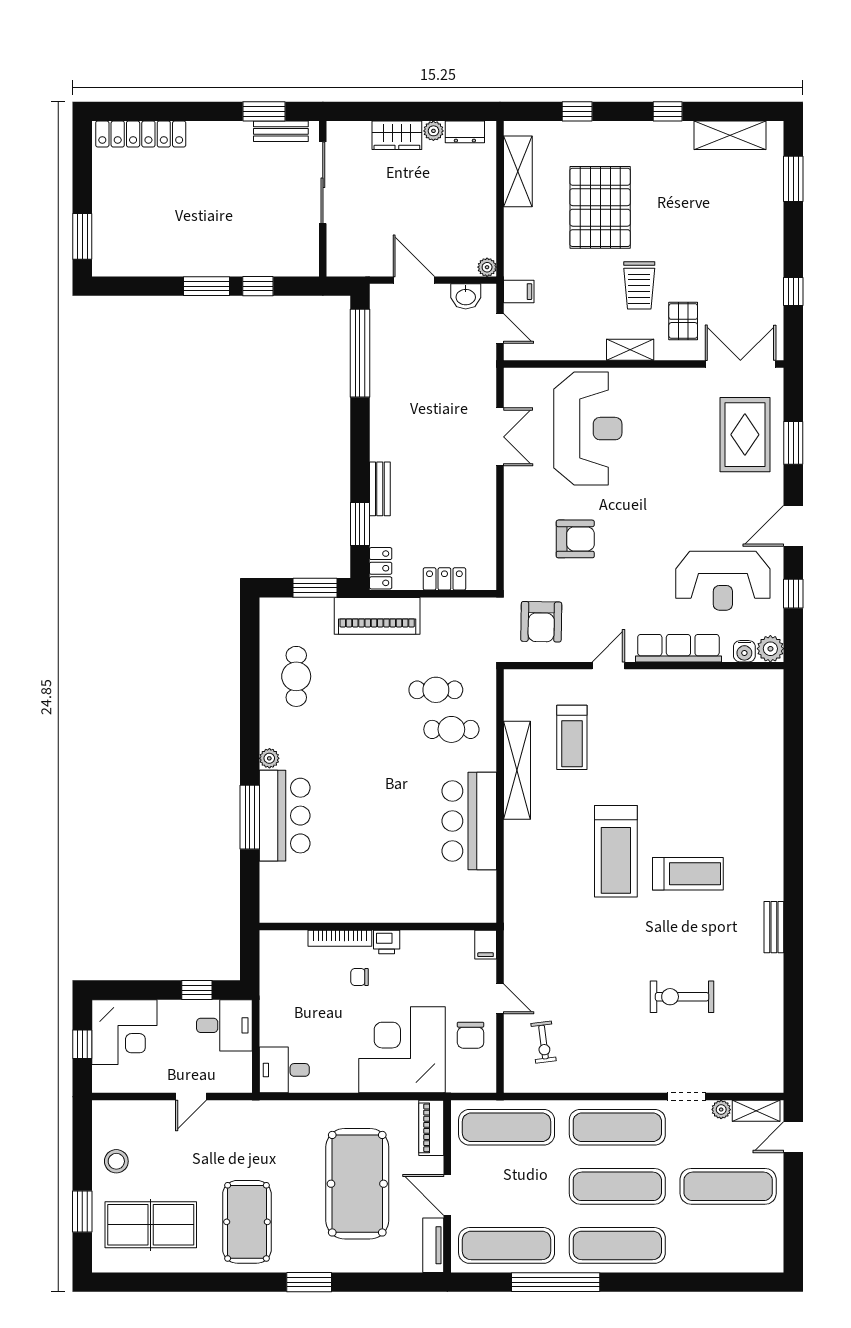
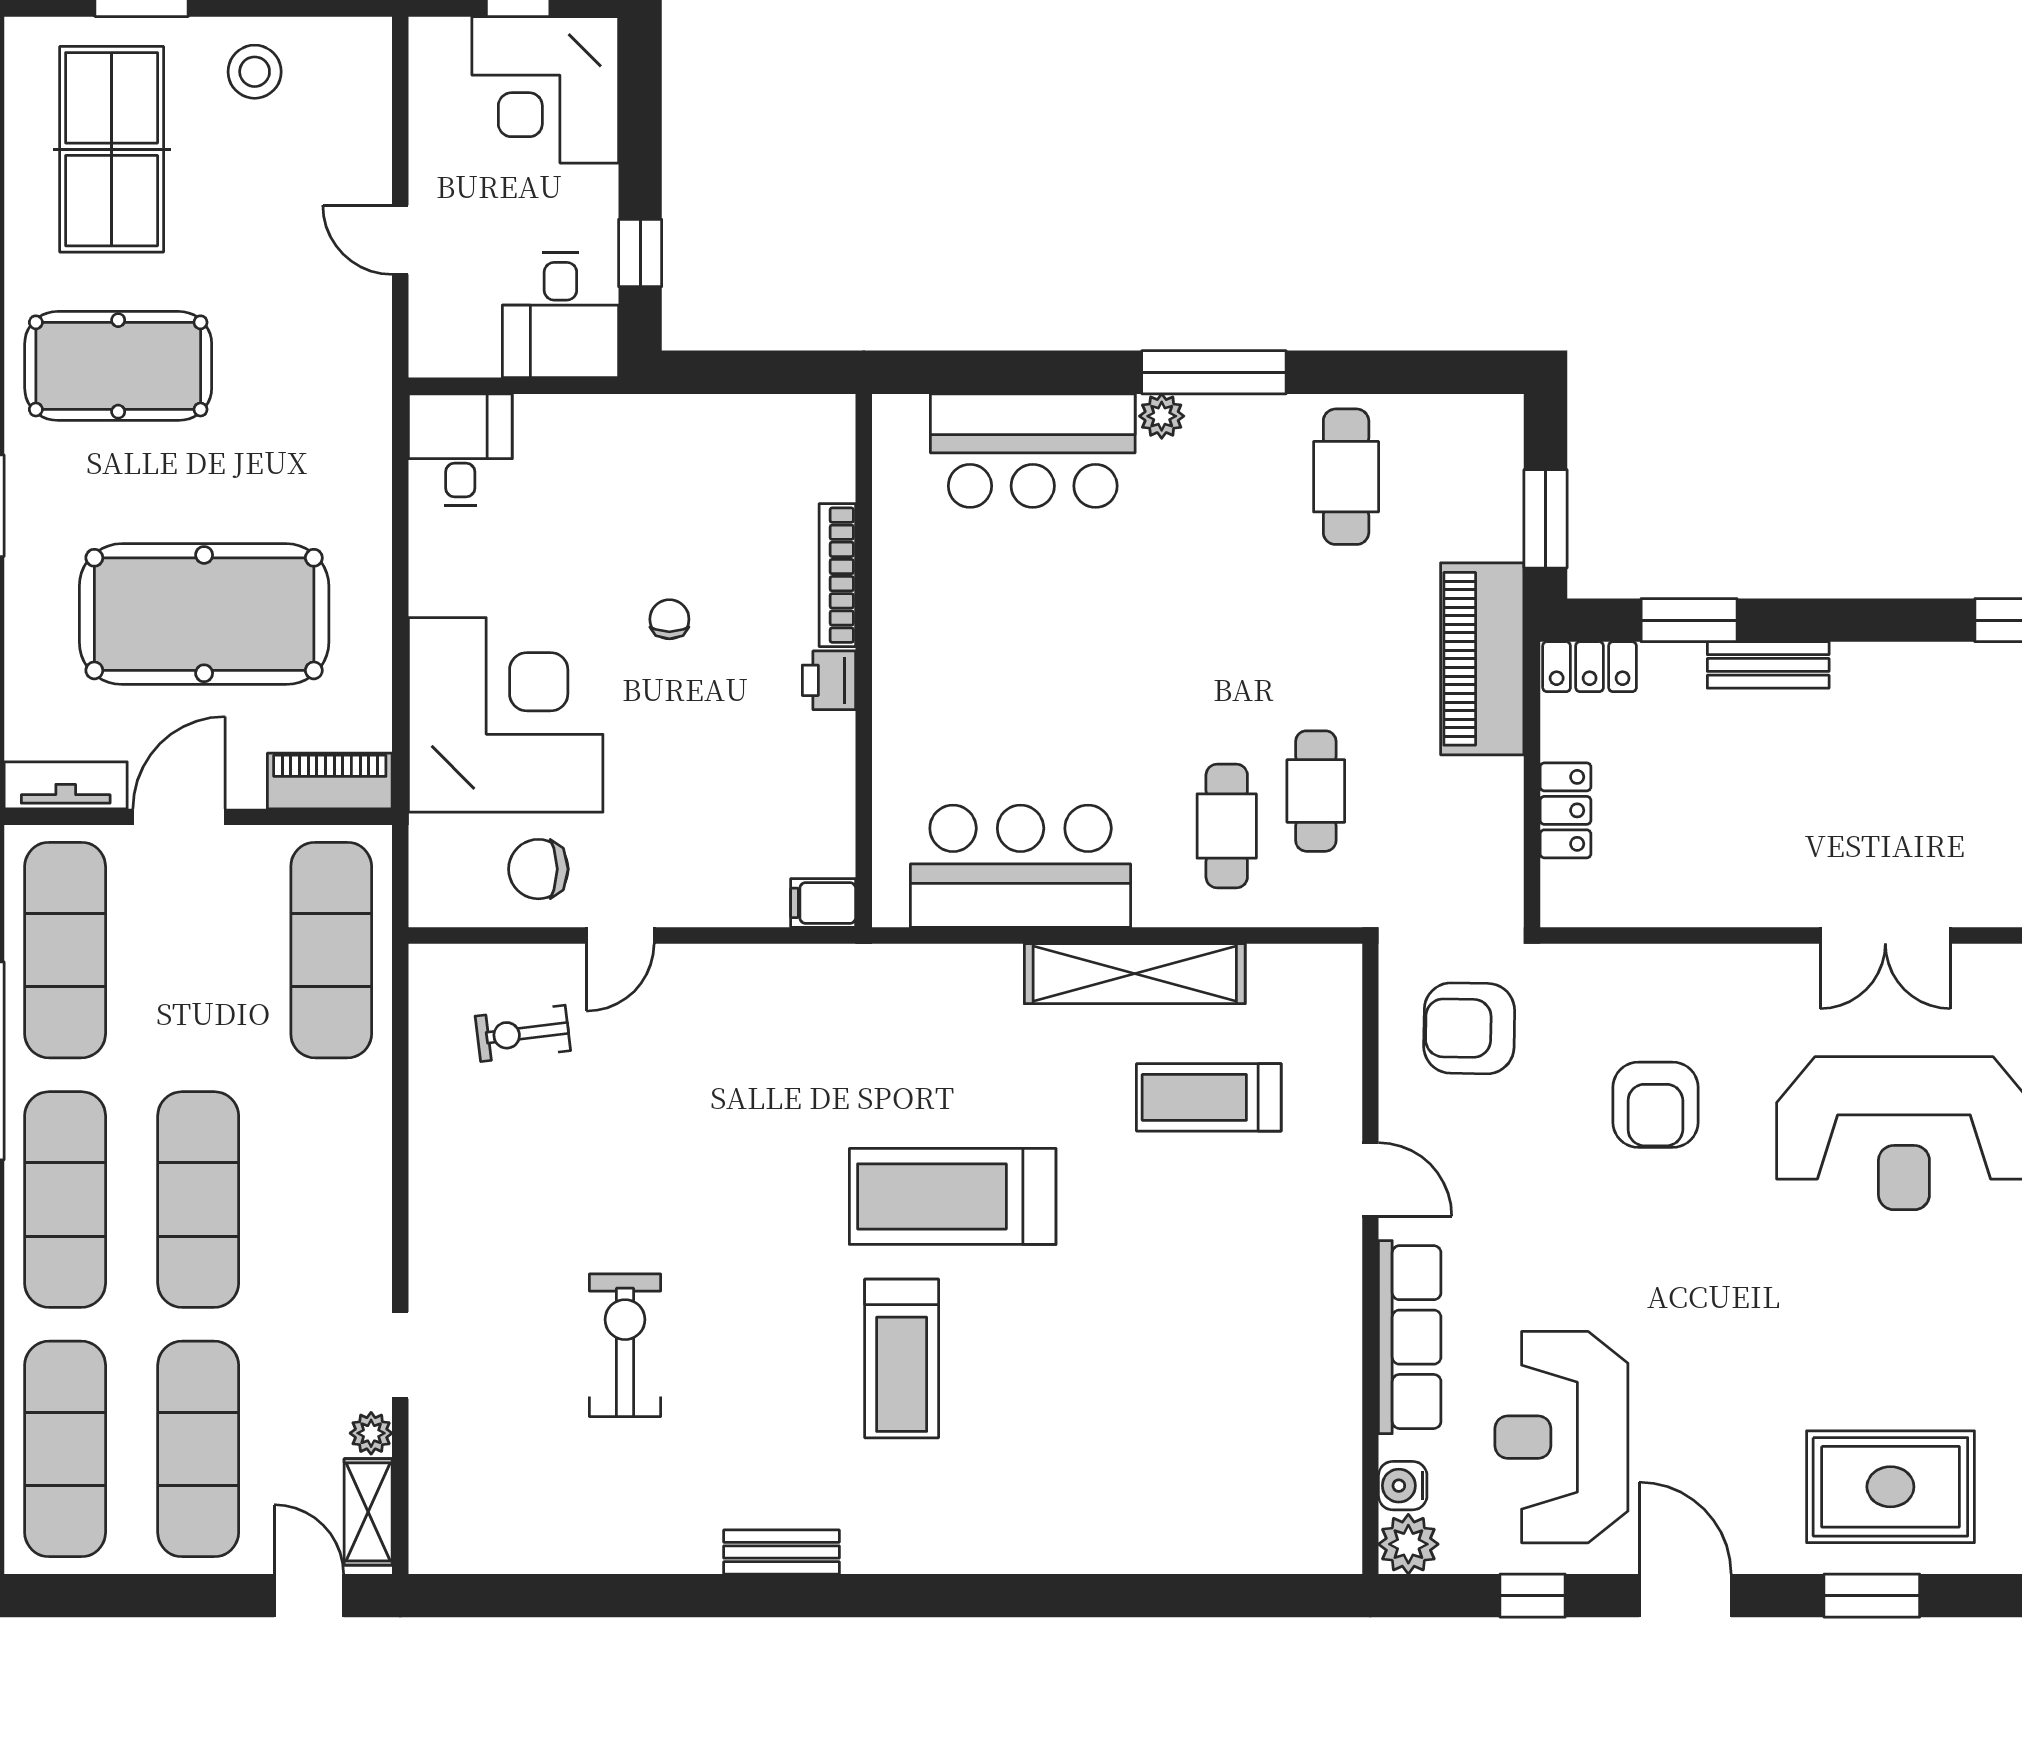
cafe table: (296, 676) -> (1346, 477), turned 90
window: (250, 817) -> (1214, 372), moved
wall: (378, 927) -> (864, 661), moved
bookcase: (340, 938) -> (837, 575), moved
printer: (387, 942) -> (829, 680), moved
filing cabinet: (486, 945) -> (823, 903), moved
exercise mat: (617, 1127) -> (65, 1449), moved

